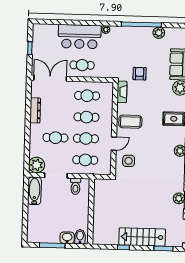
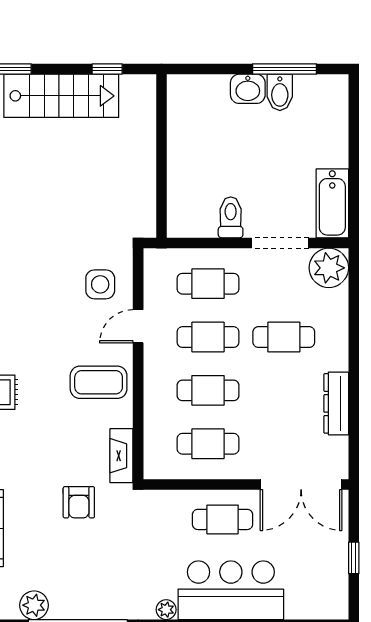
wall: (91, 211) -> (162, 156), moved
bidet: (80, 237) -> (280, 92), moved

